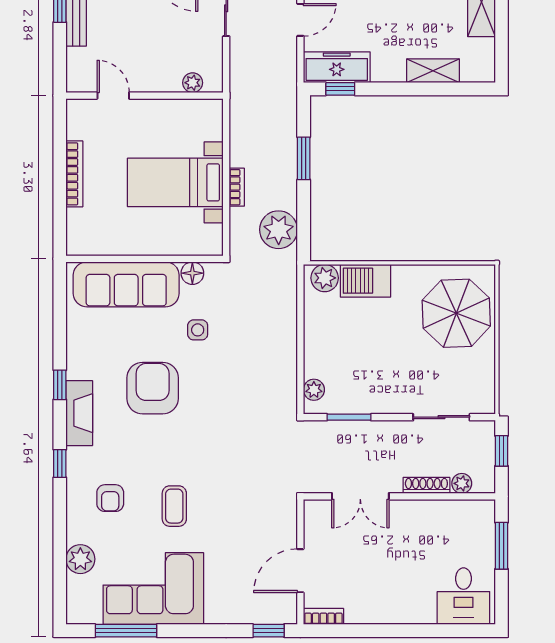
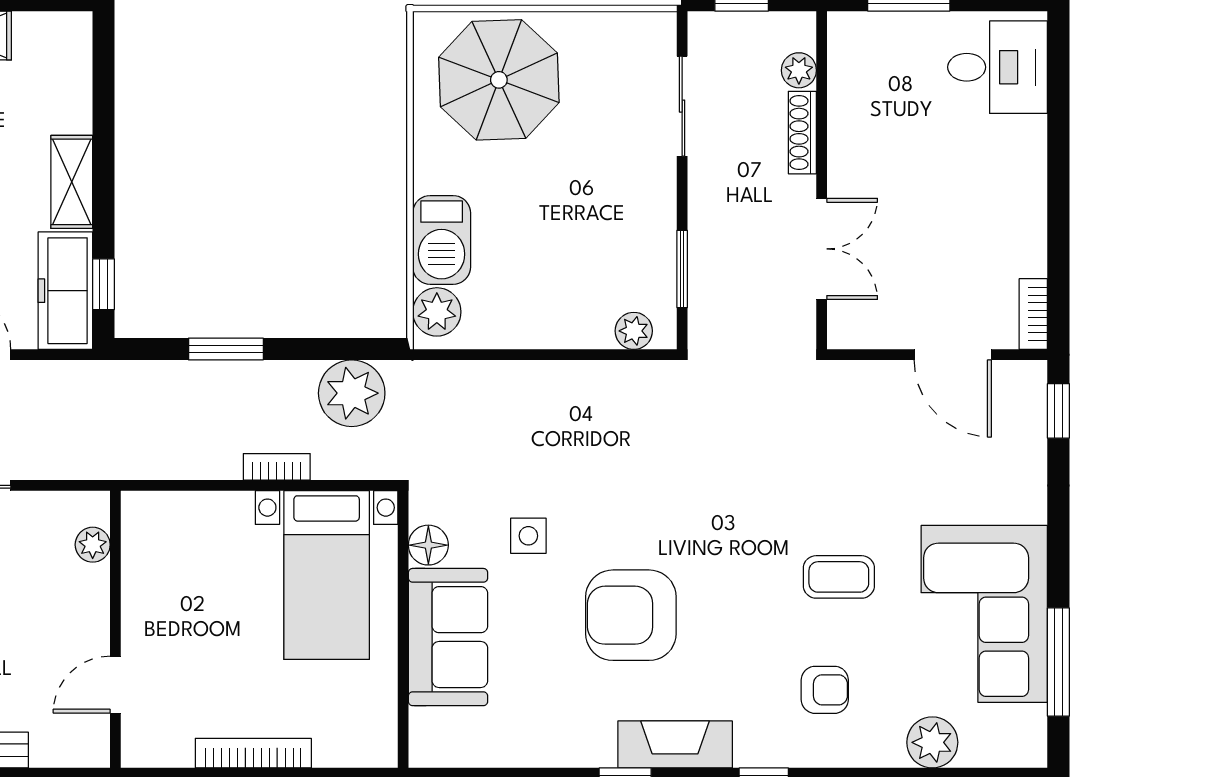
shelving: (433, 71) -> (72, 182), moved
bed with nightstands: (175, 182) -> (327, 575), moved
sofa: (126, 284) -> (448, 637), width x0.73

